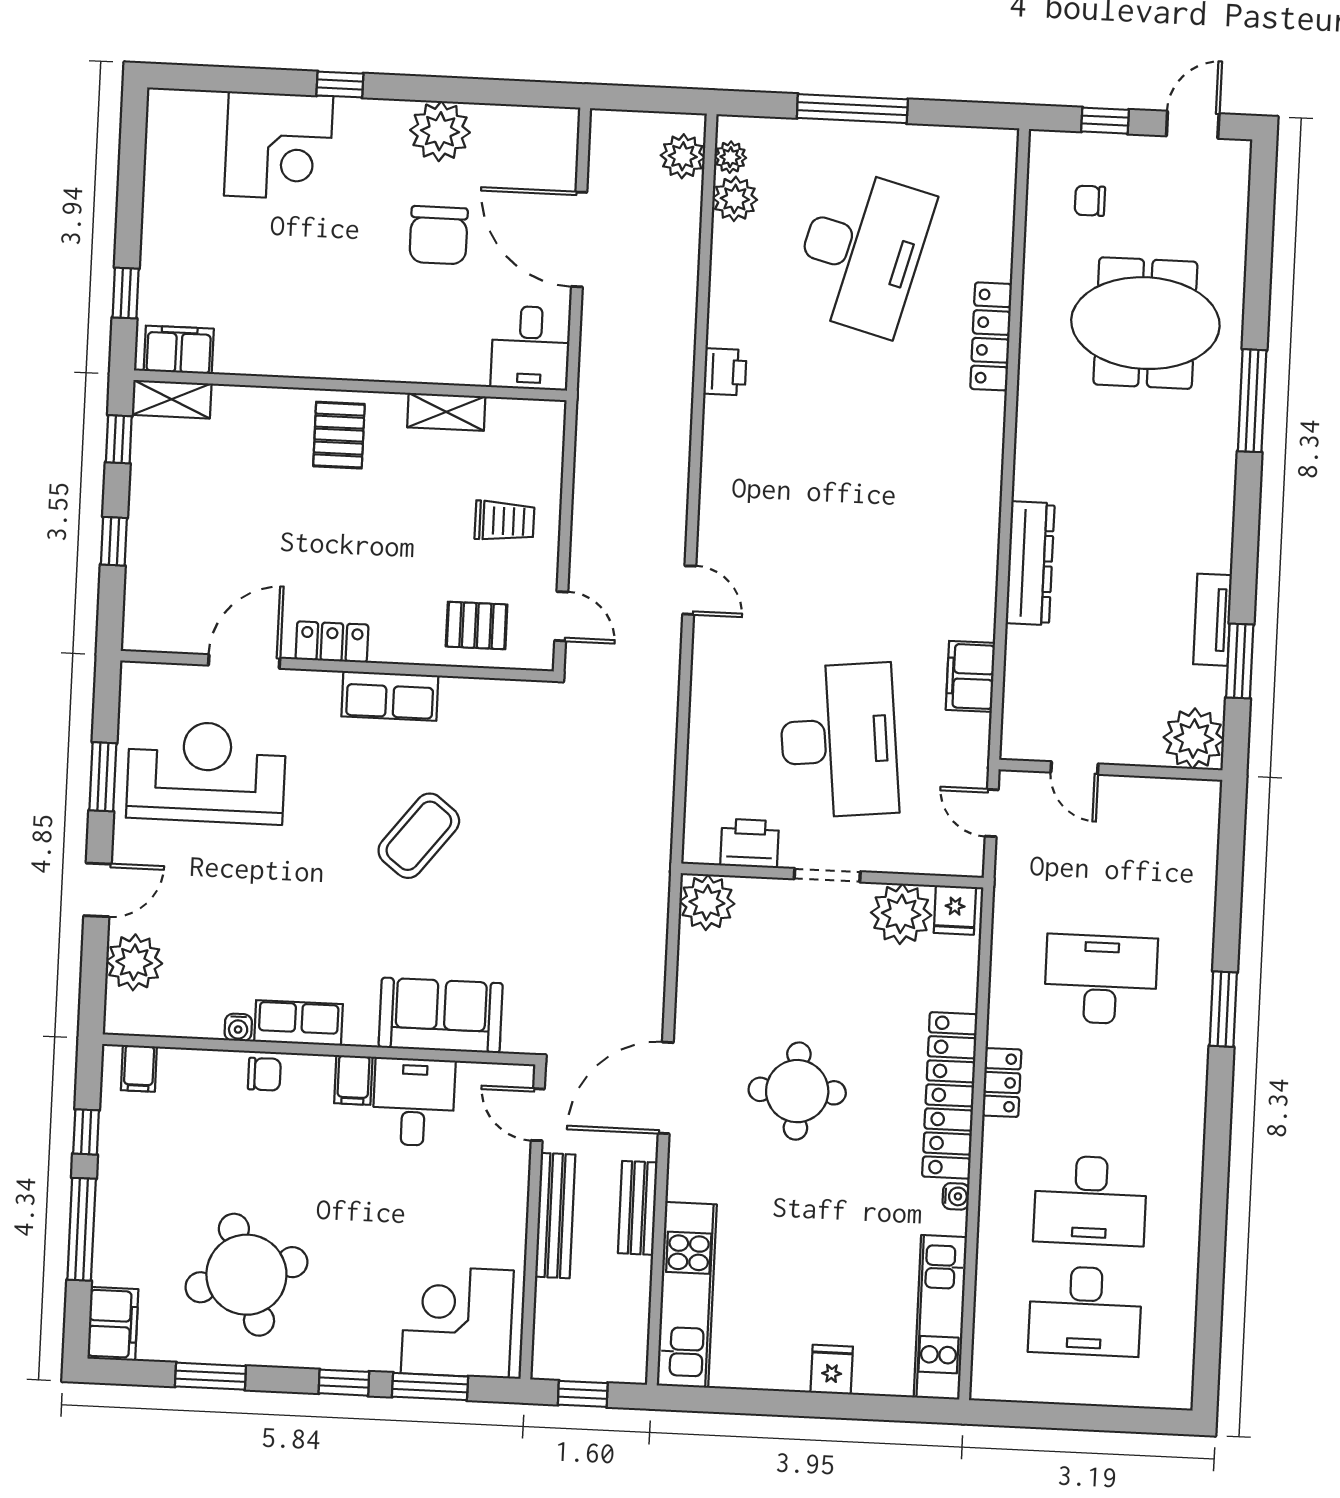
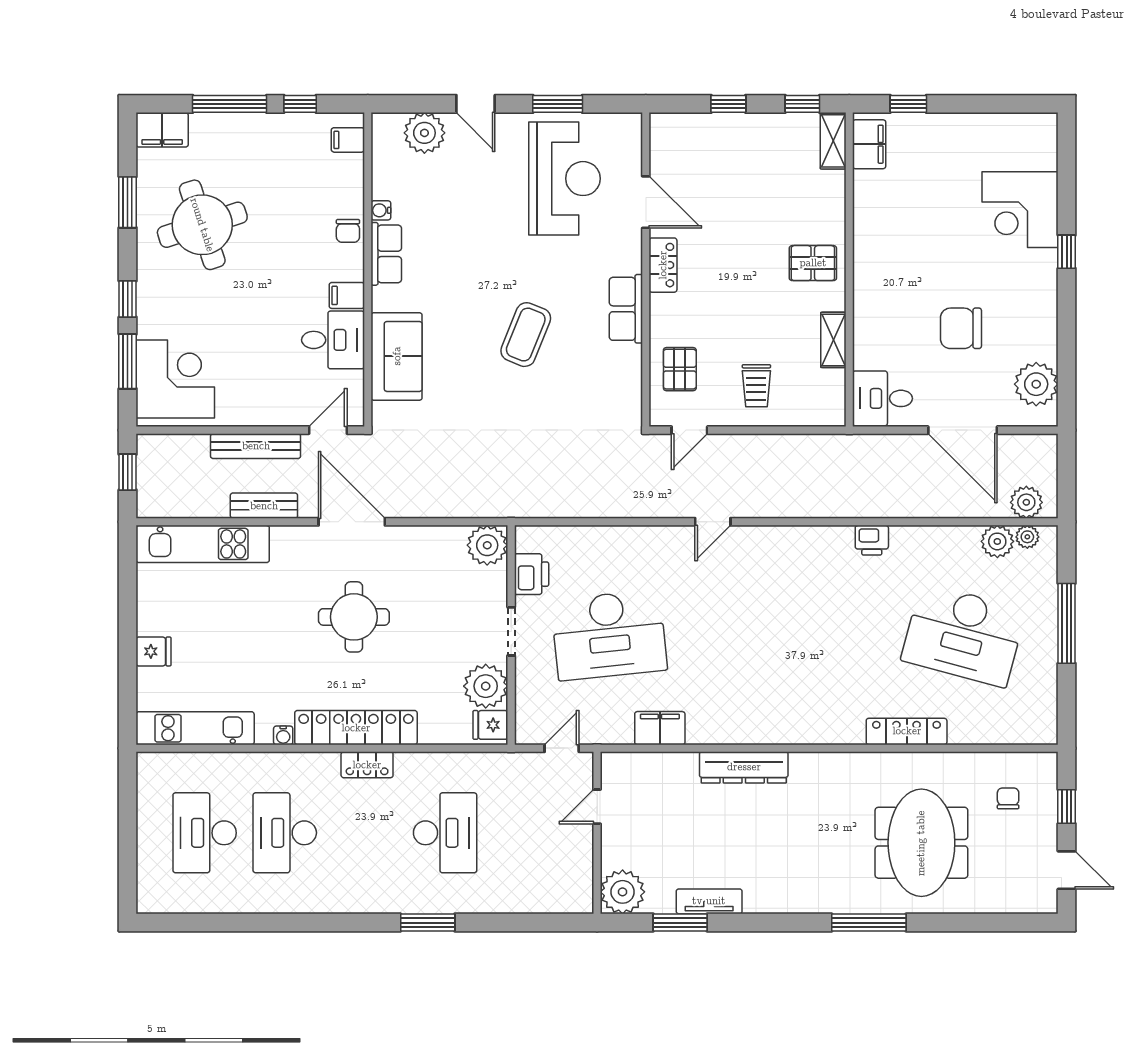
plant: (440, 131) -> (1036, 384), moved
door: (579, 239) -> (963, 430), swing flipped
coffee table: (419, 836) -> (526, 335), turned 74

